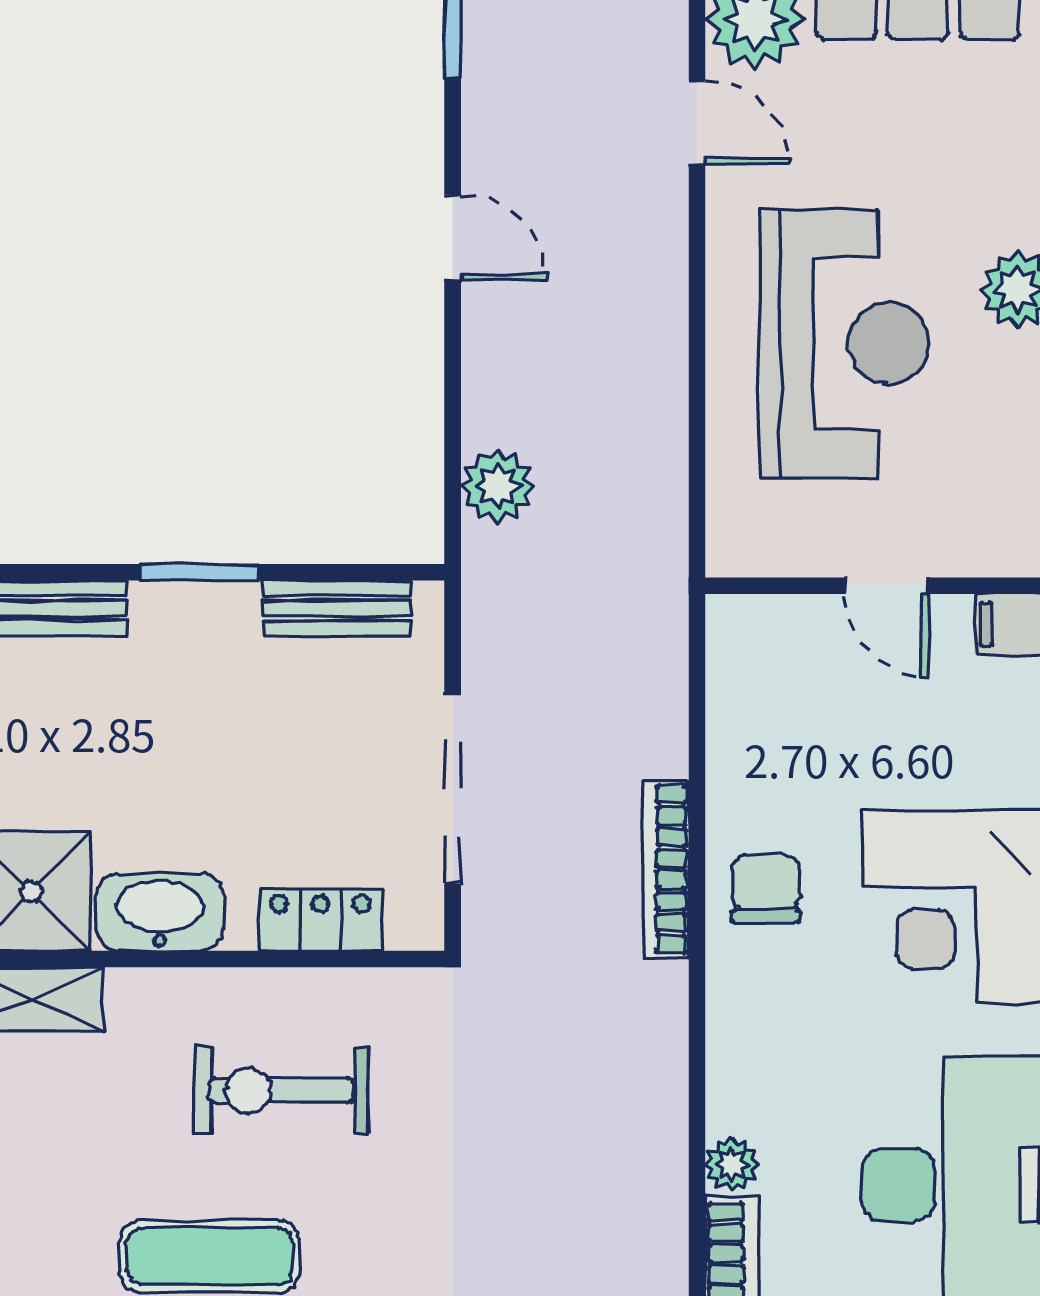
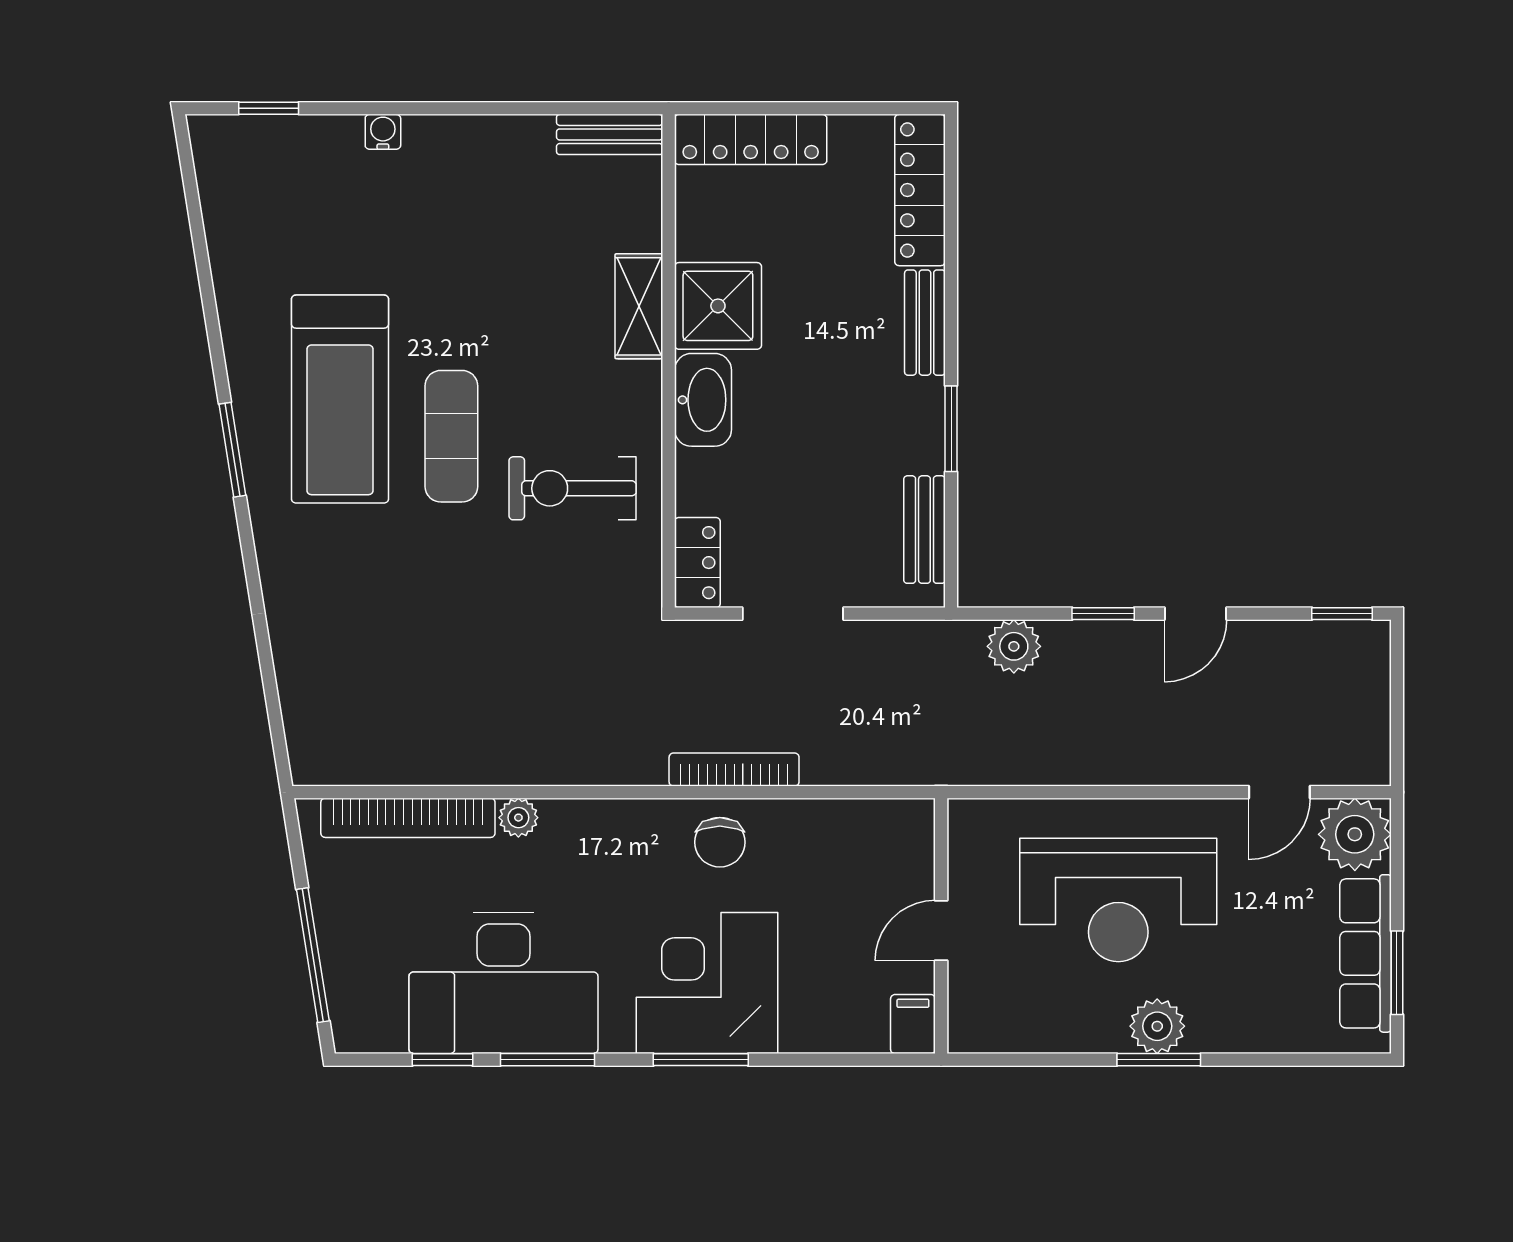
window: (453, 364) -> (1103, 614), added
doorway: (453, 789) -> (793, 614), width x0.73
chair: (766, 889) -> (720, 842), turned 90
locker: (320, 920) -> (697, 563), moved
exercise bike: (281, 1090) -> (573, 488), turned -90

